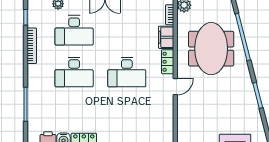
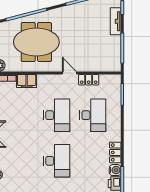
desk: (74, 30) -> (93, 115), moved
locker: (168, 62) -> (89, 80), moved

